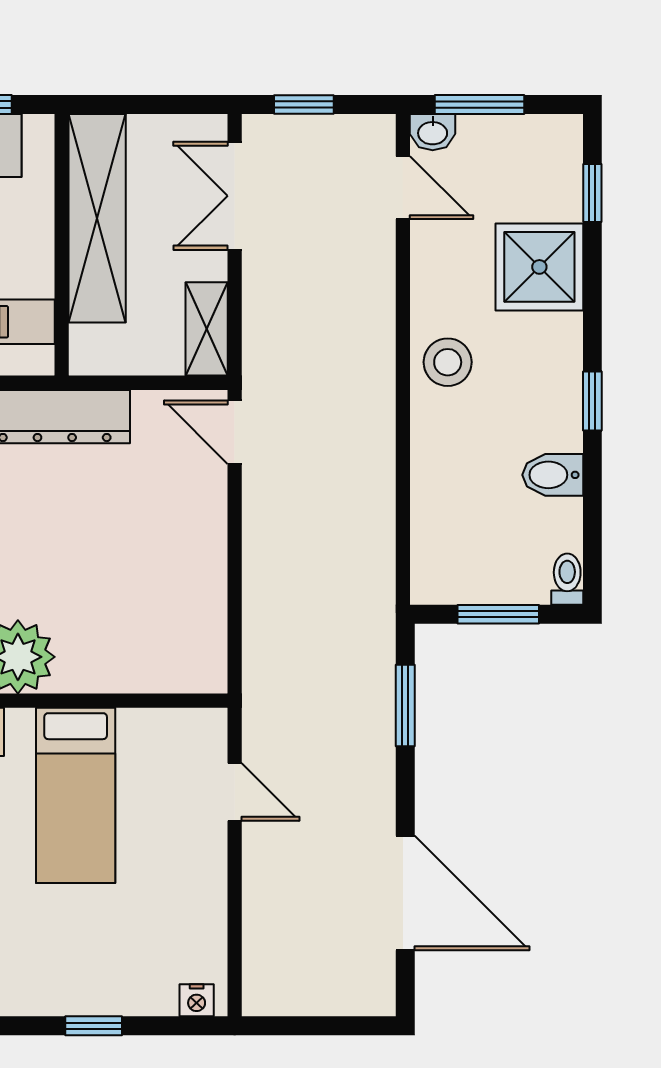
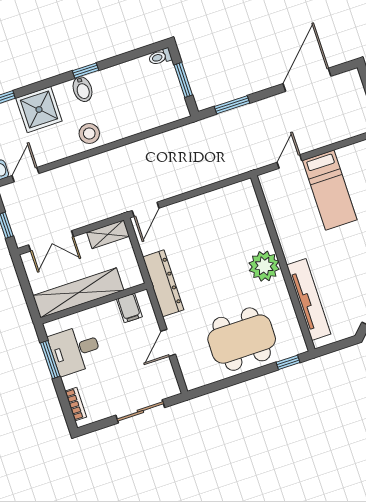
bidet: (553, 475) -> (82, 89), moved
bed: (76, 795) -> (330, 190), moved, turned 90

